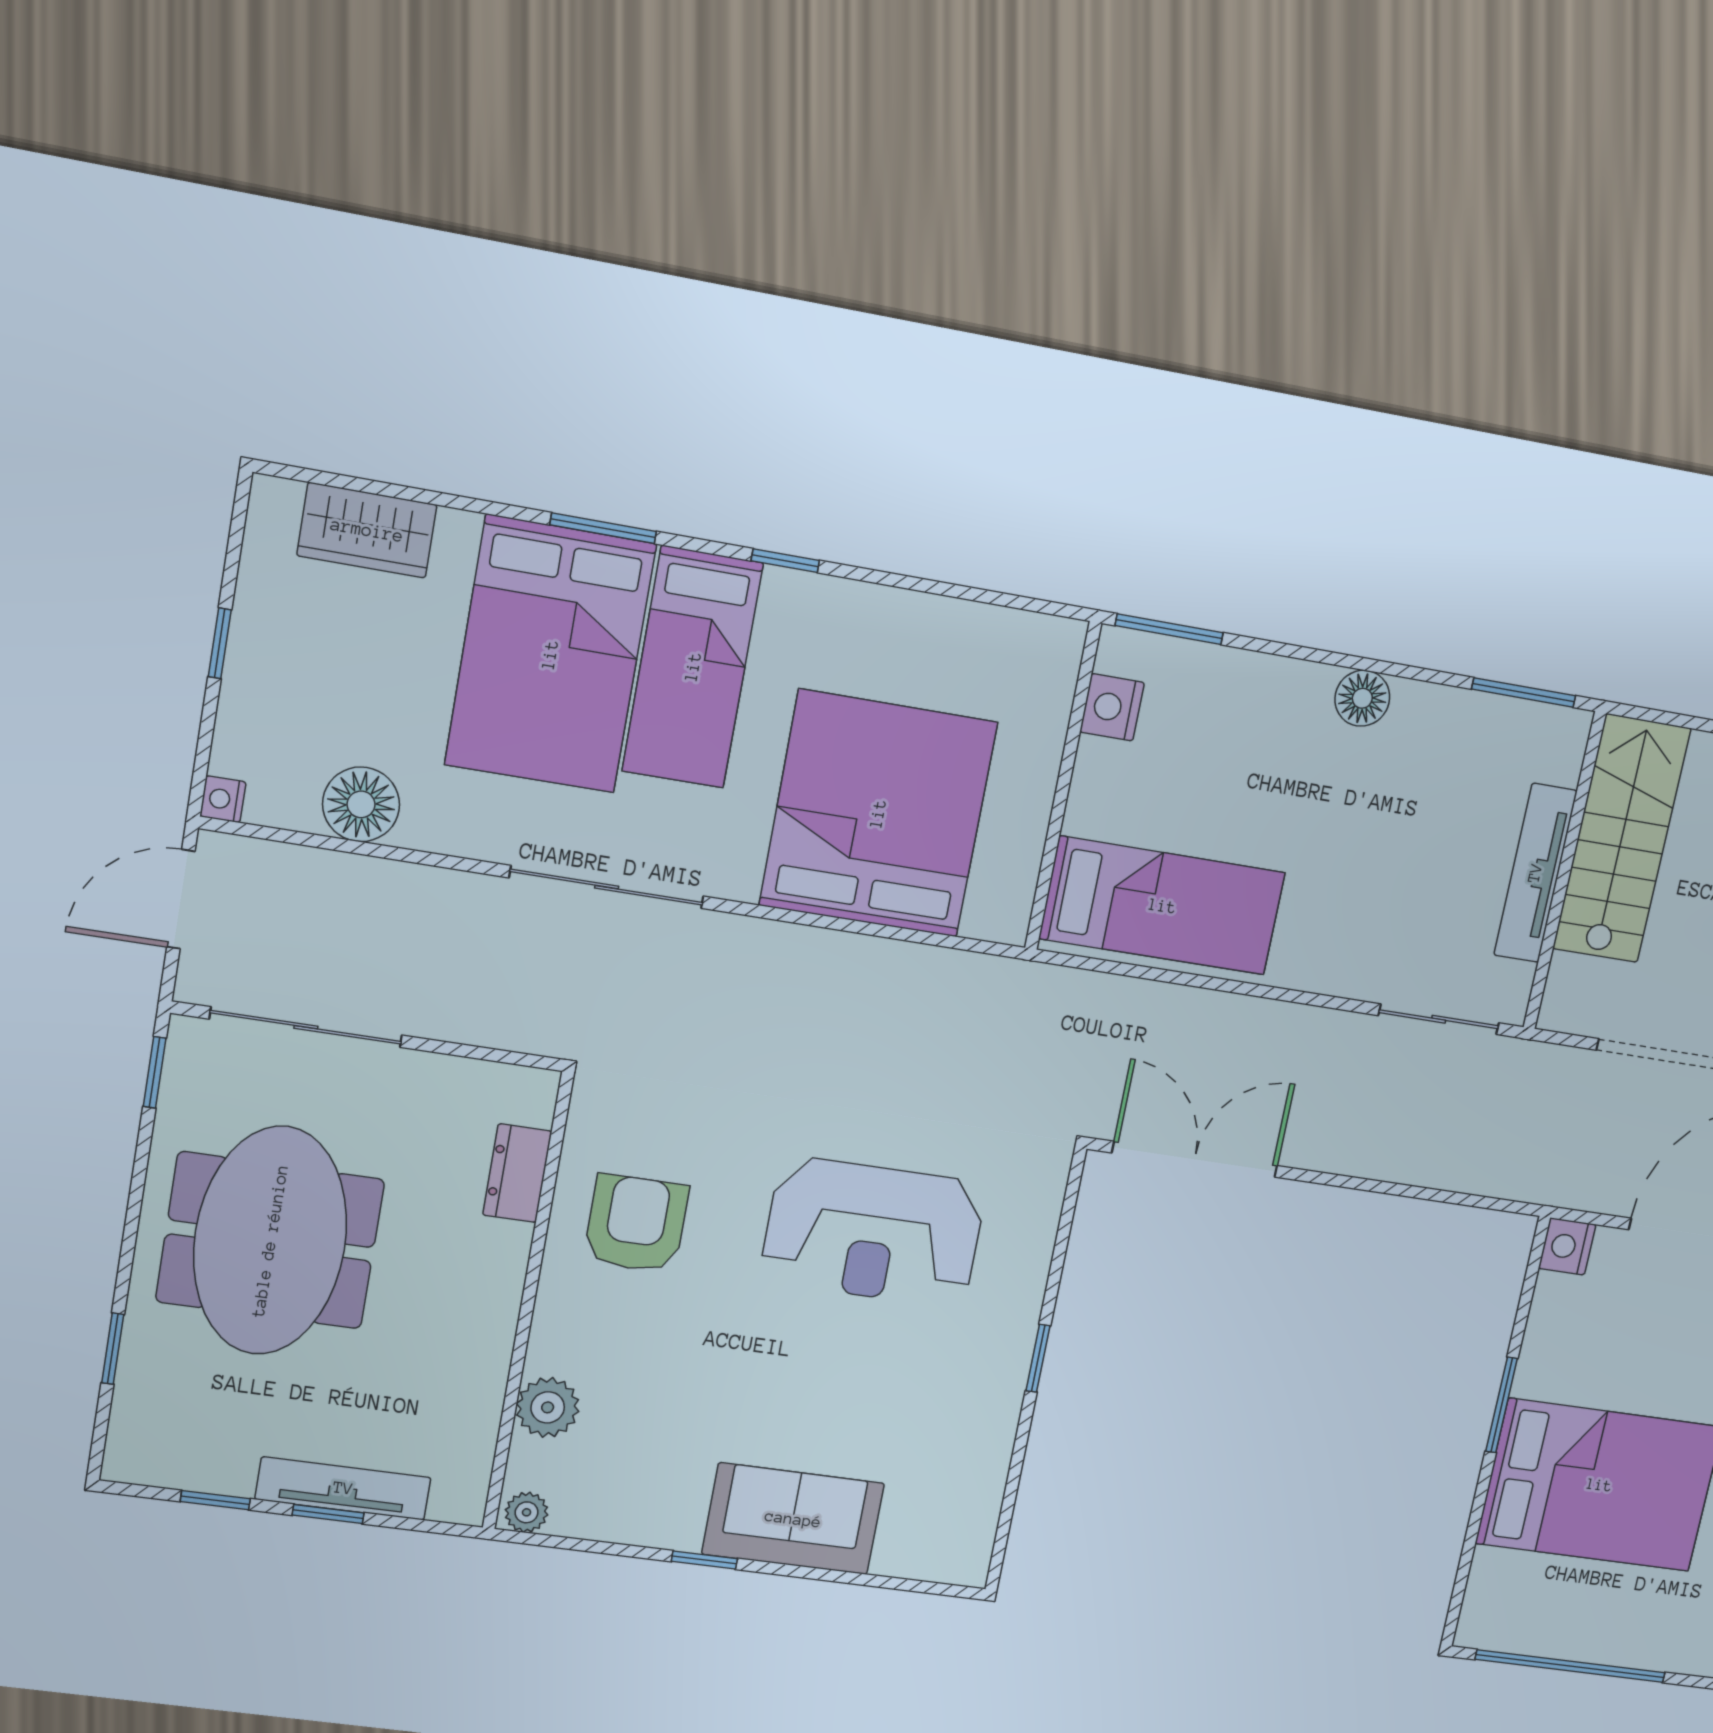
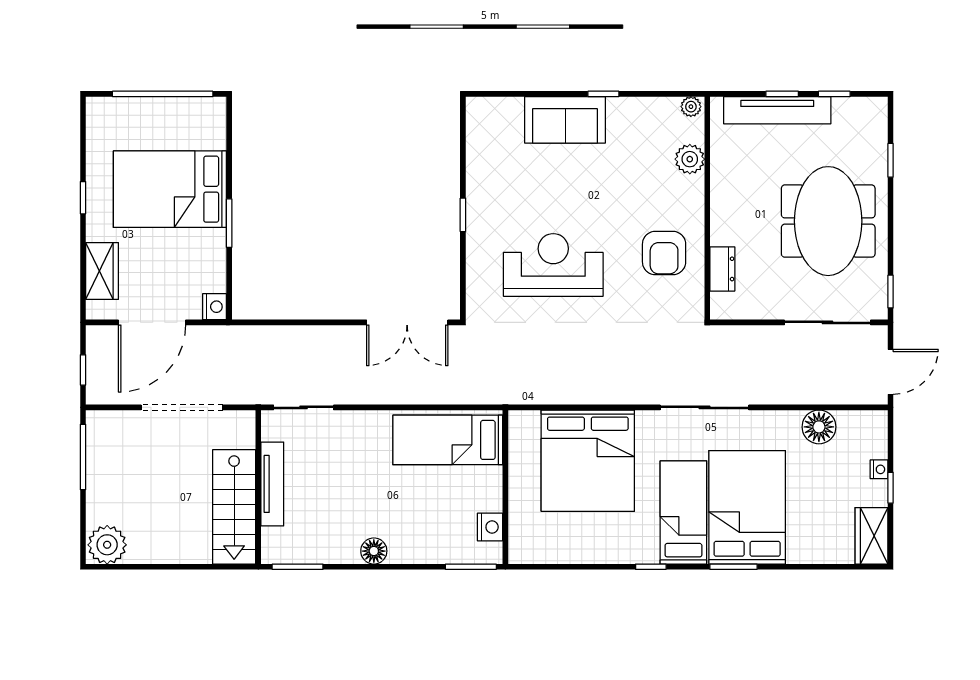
wardrobe: (367, 530) -> (871, 536), moved, turned -90
nightstand: (223, 799) -> (879, 469), moved
tv unit: (343, 1488) -> (777, 110), width x1.36, depth x1.29

